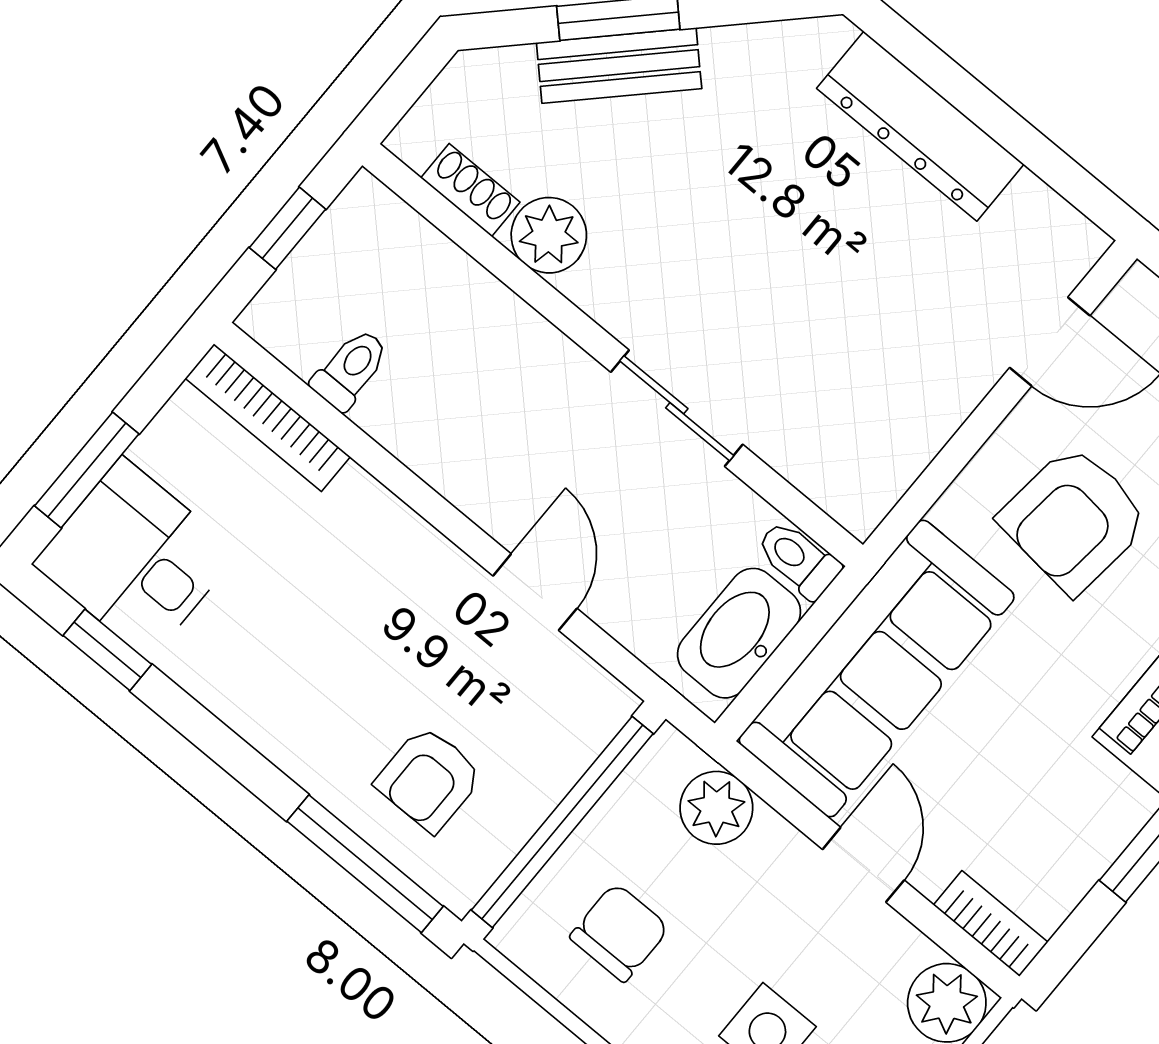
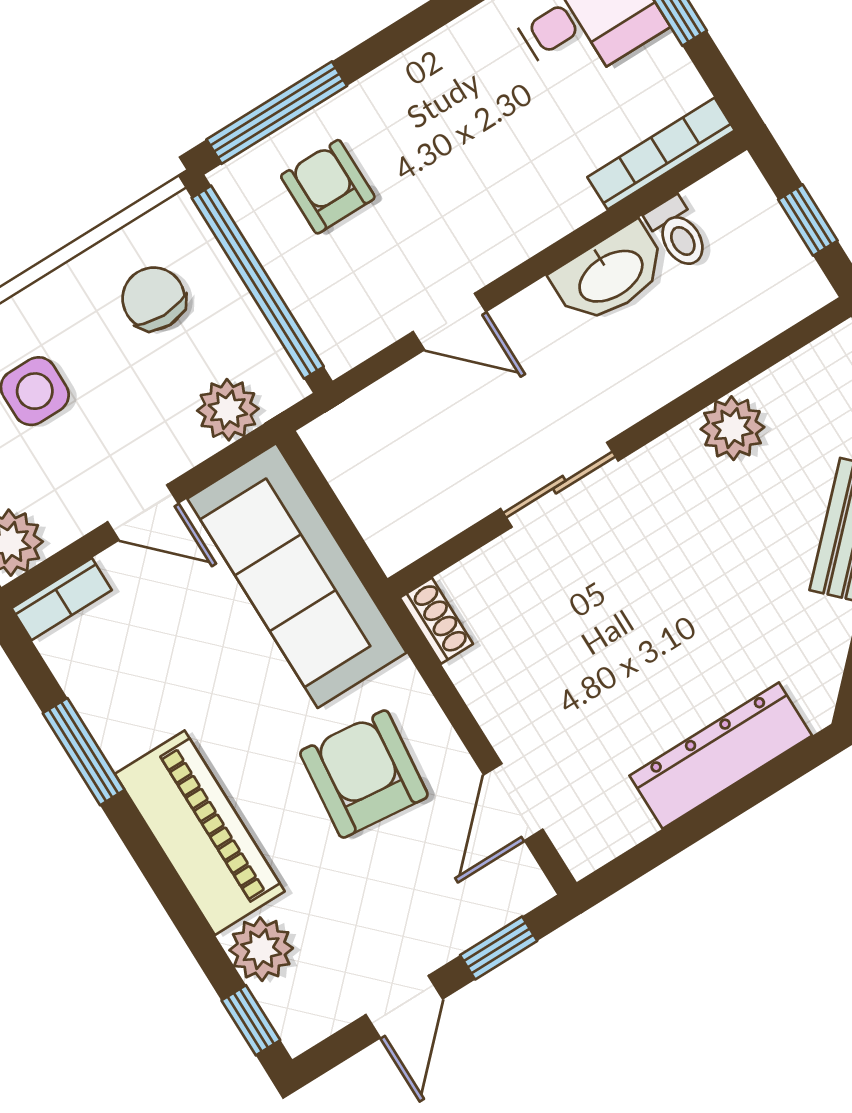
shoe rack: (470, 190) -> (436, 621), moved, turned -90
toilet: (798, 559) -> (406, 542), removed
washbasin: (739, 633) -> (610, 274), moved, turned 90
chair: (620, 932) -> (154, 299), turned 180

